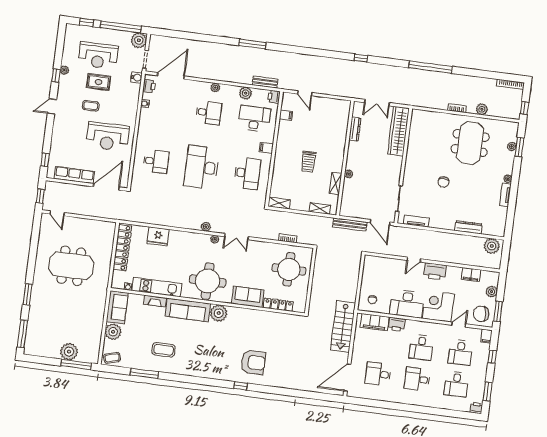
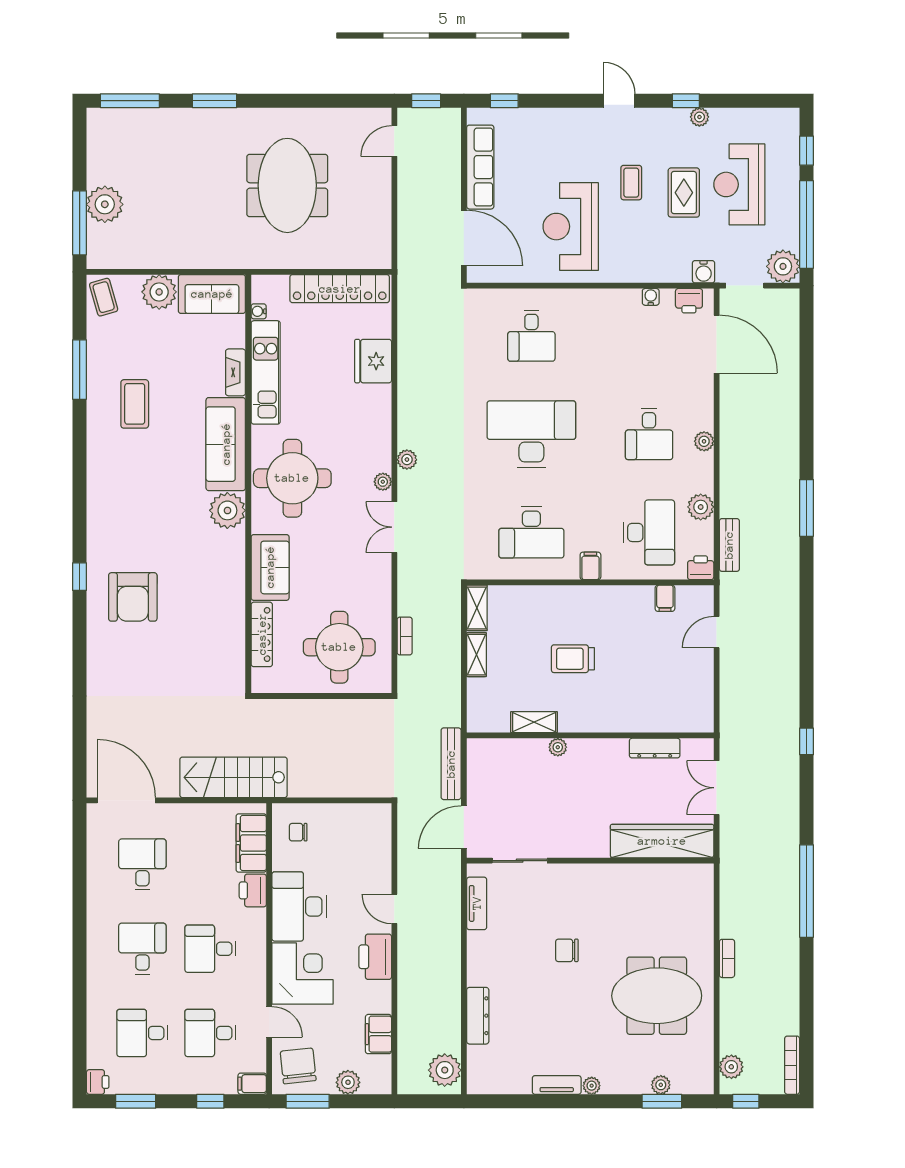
plant: (482, 109) -> (731, 1067), moved
shelving: (320, 209) -> (477, 655), moved

